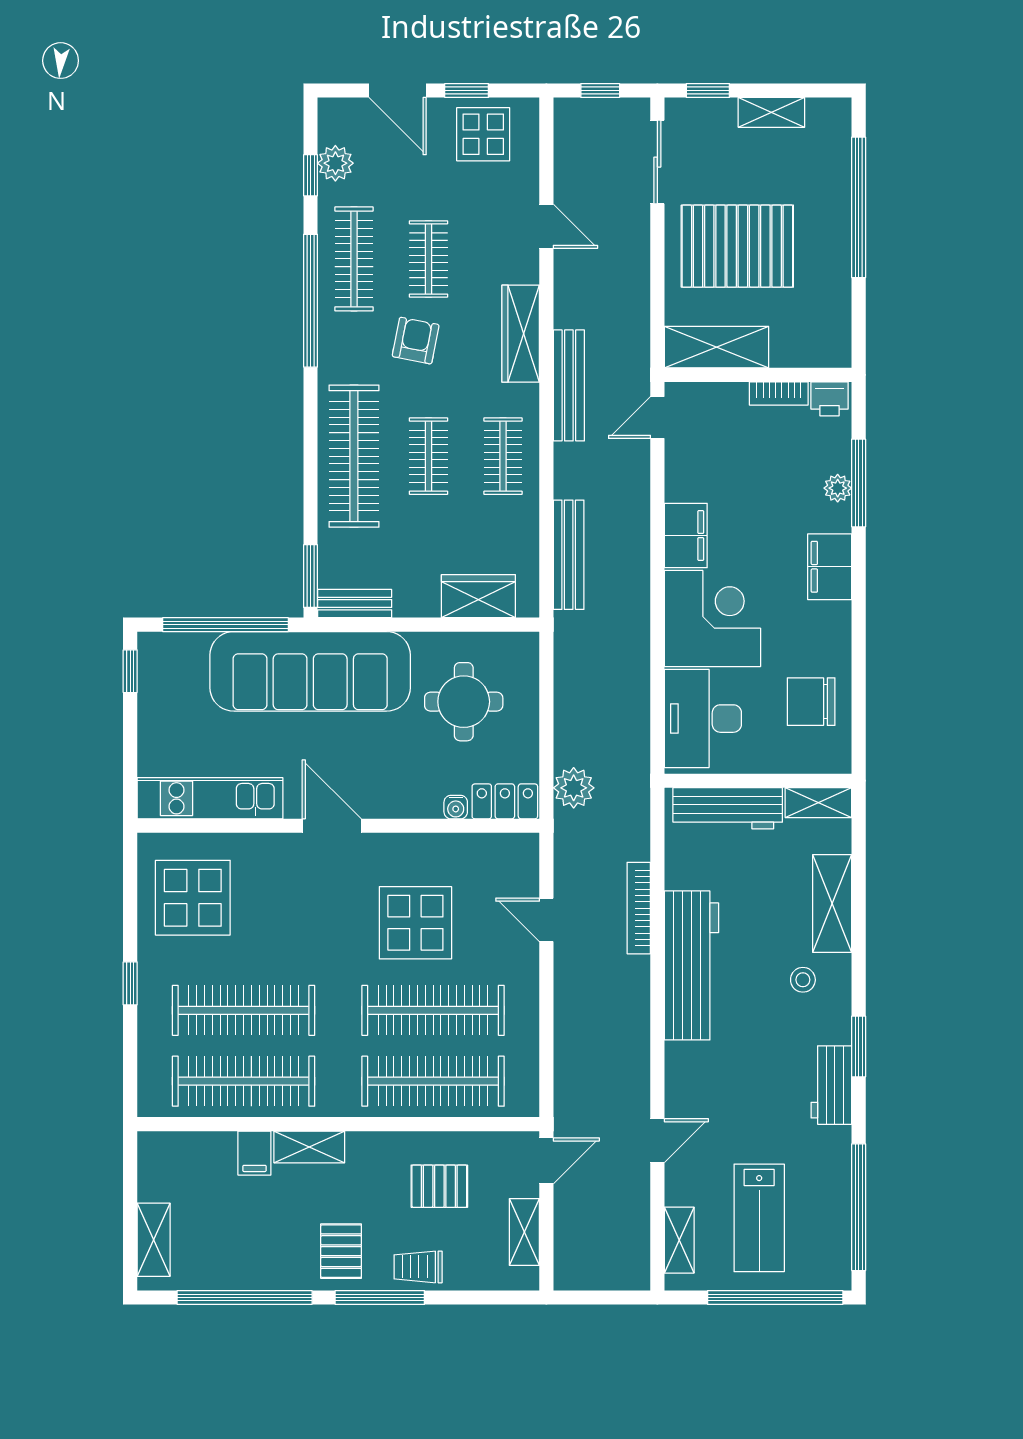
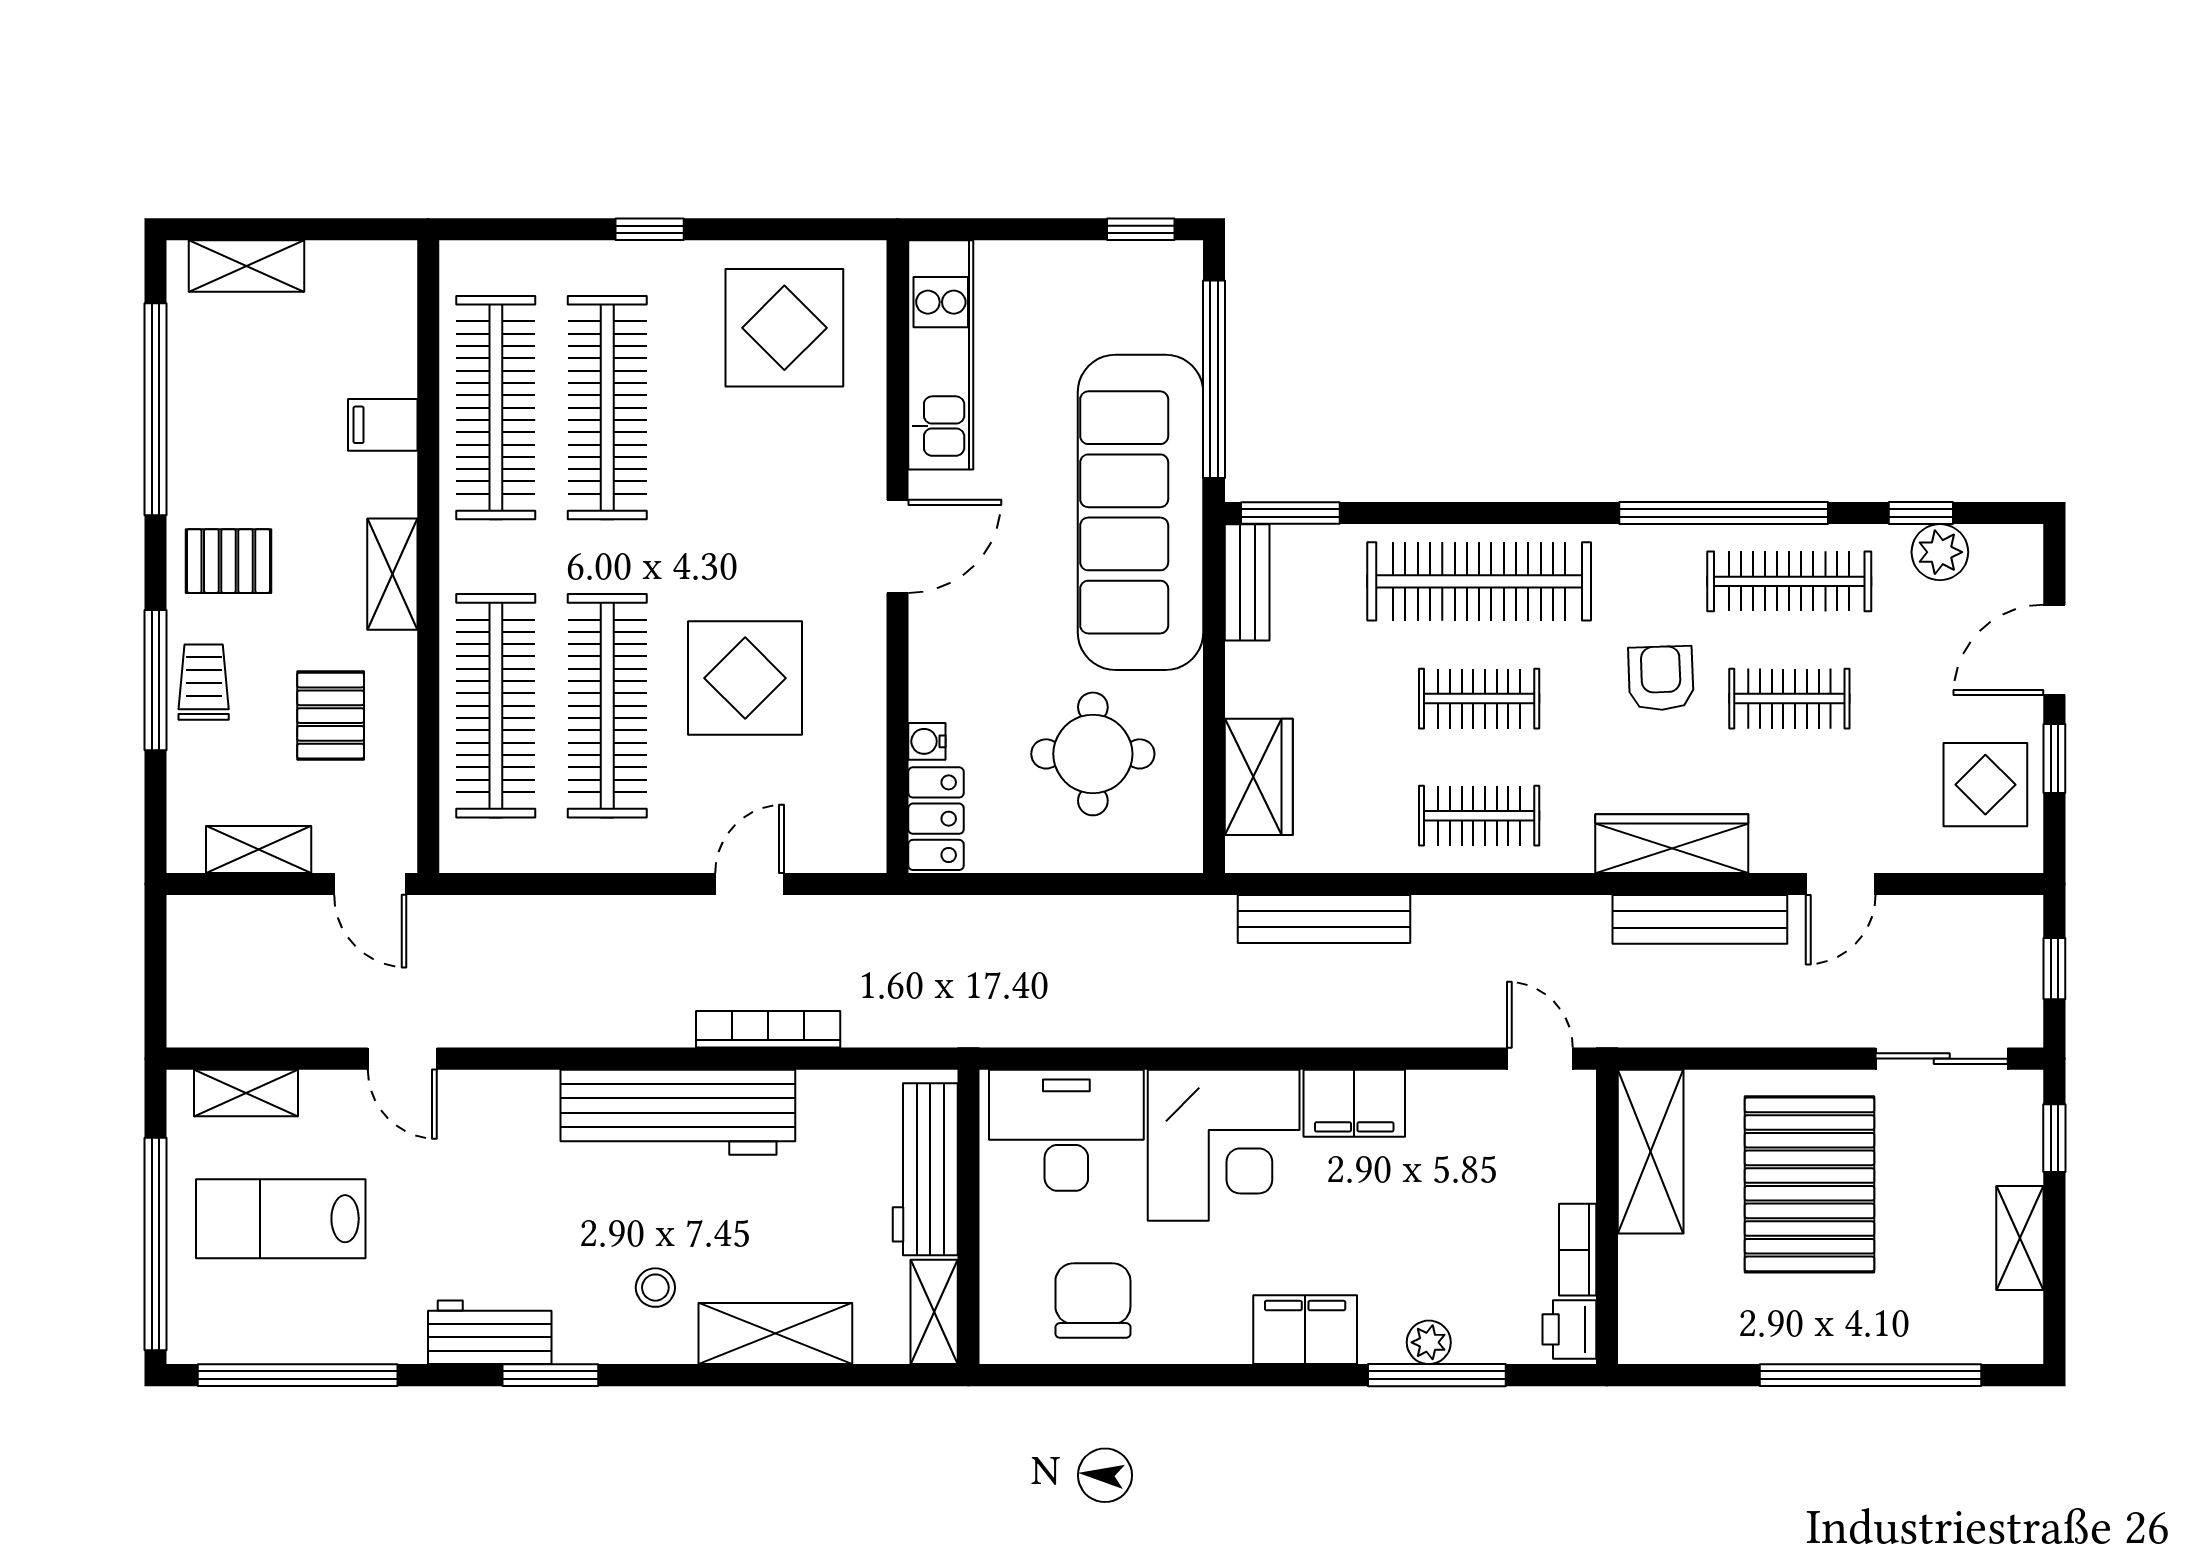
armchair: (416, 341) -> (1661, 678), turned -103
bench: (569, 385) -> (1700, 919), moved
plant: (574, 788) -> (957, 927), removed
shelving: (309, 1147) -> (392, 574), moved
window: (380, 1298) -> (156, 680), moved

